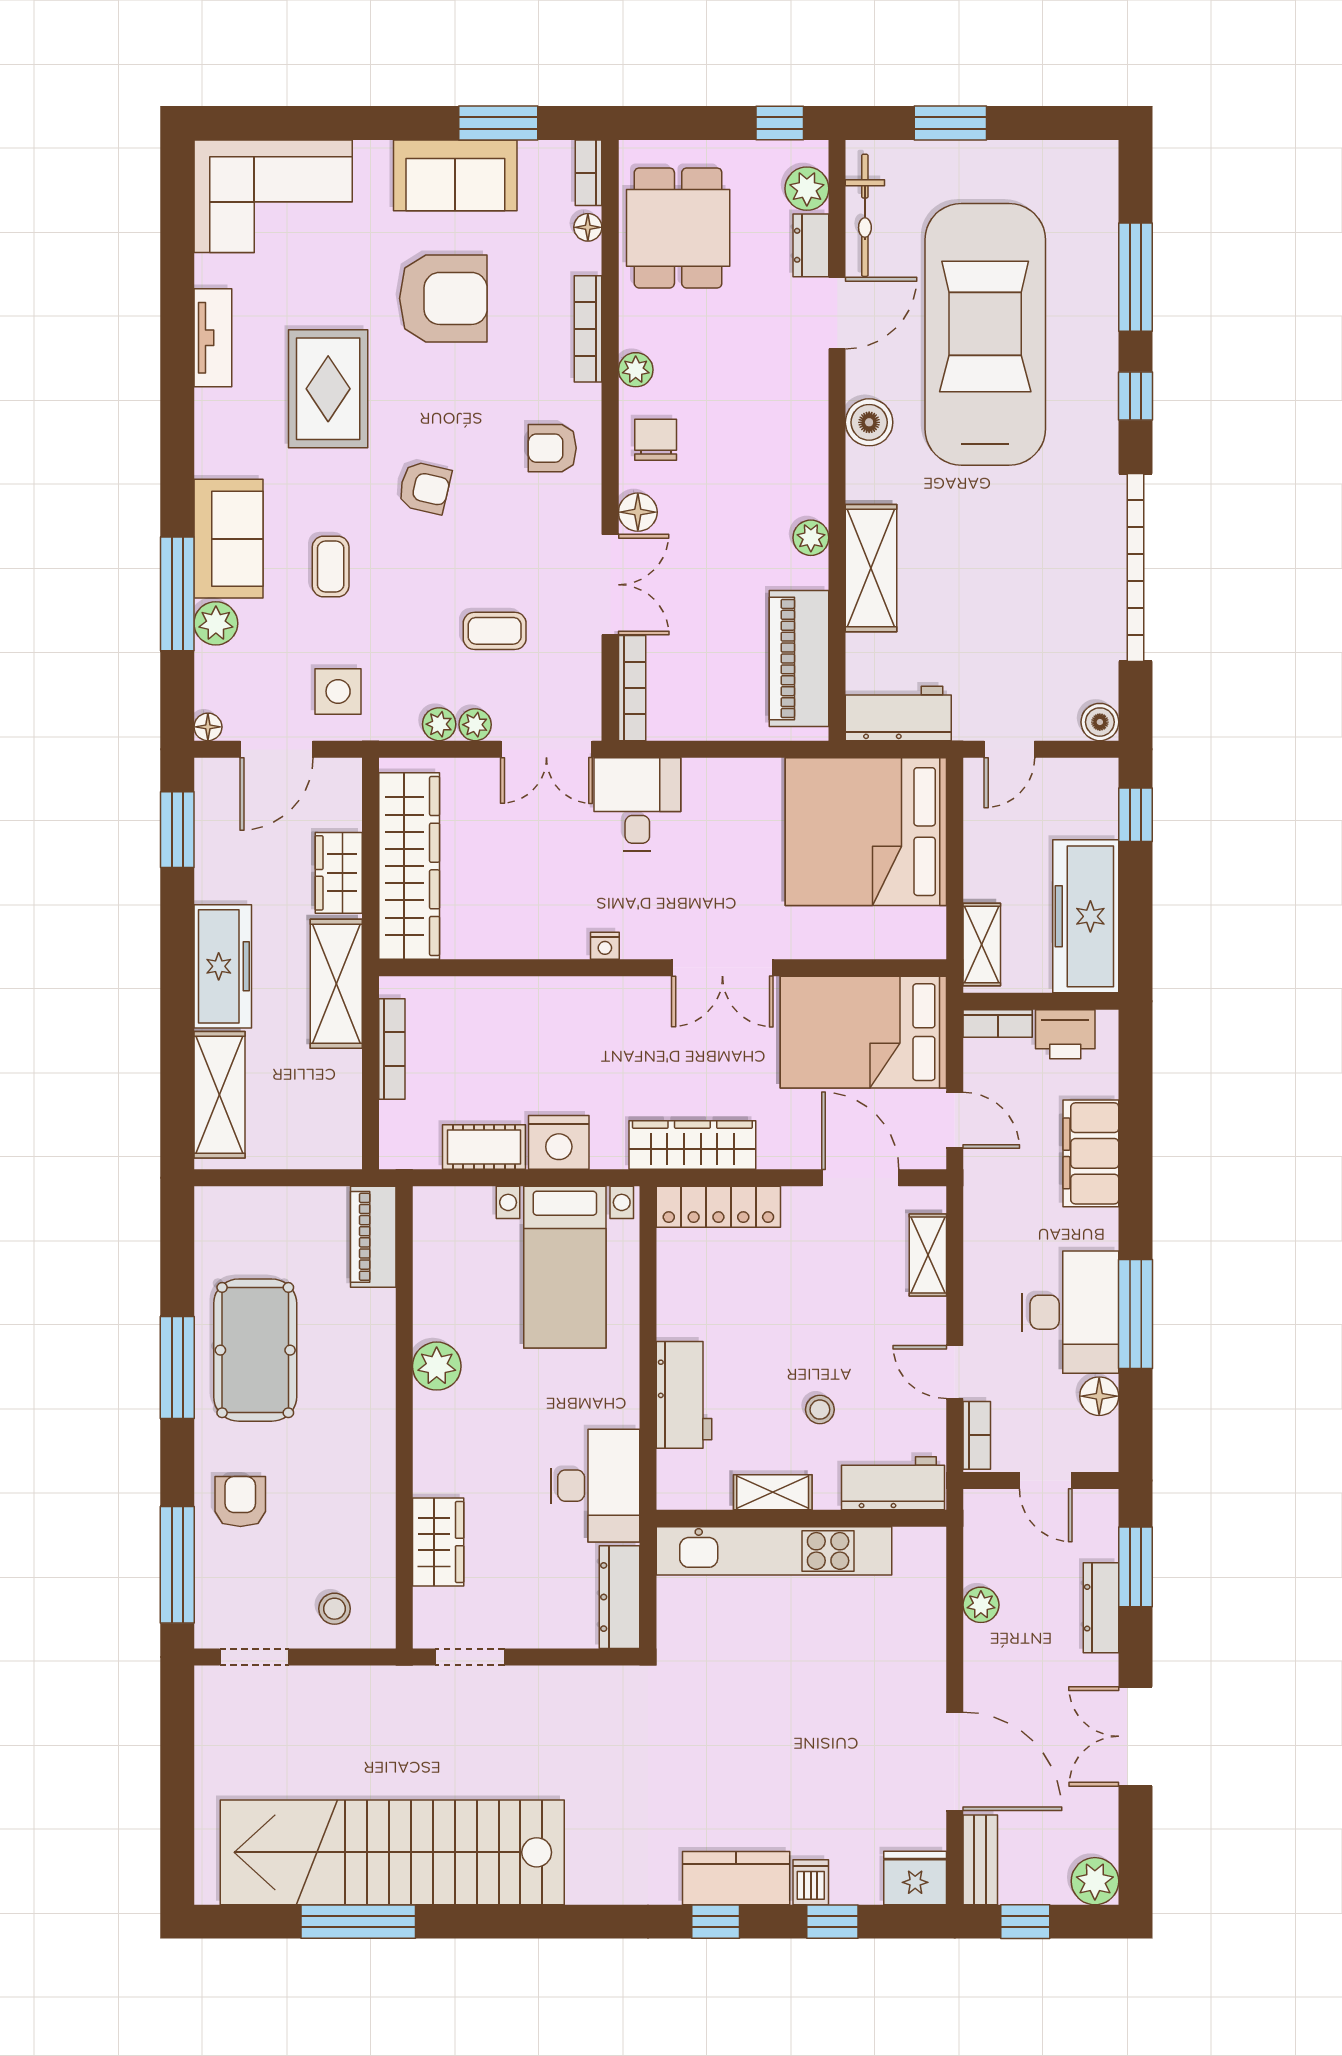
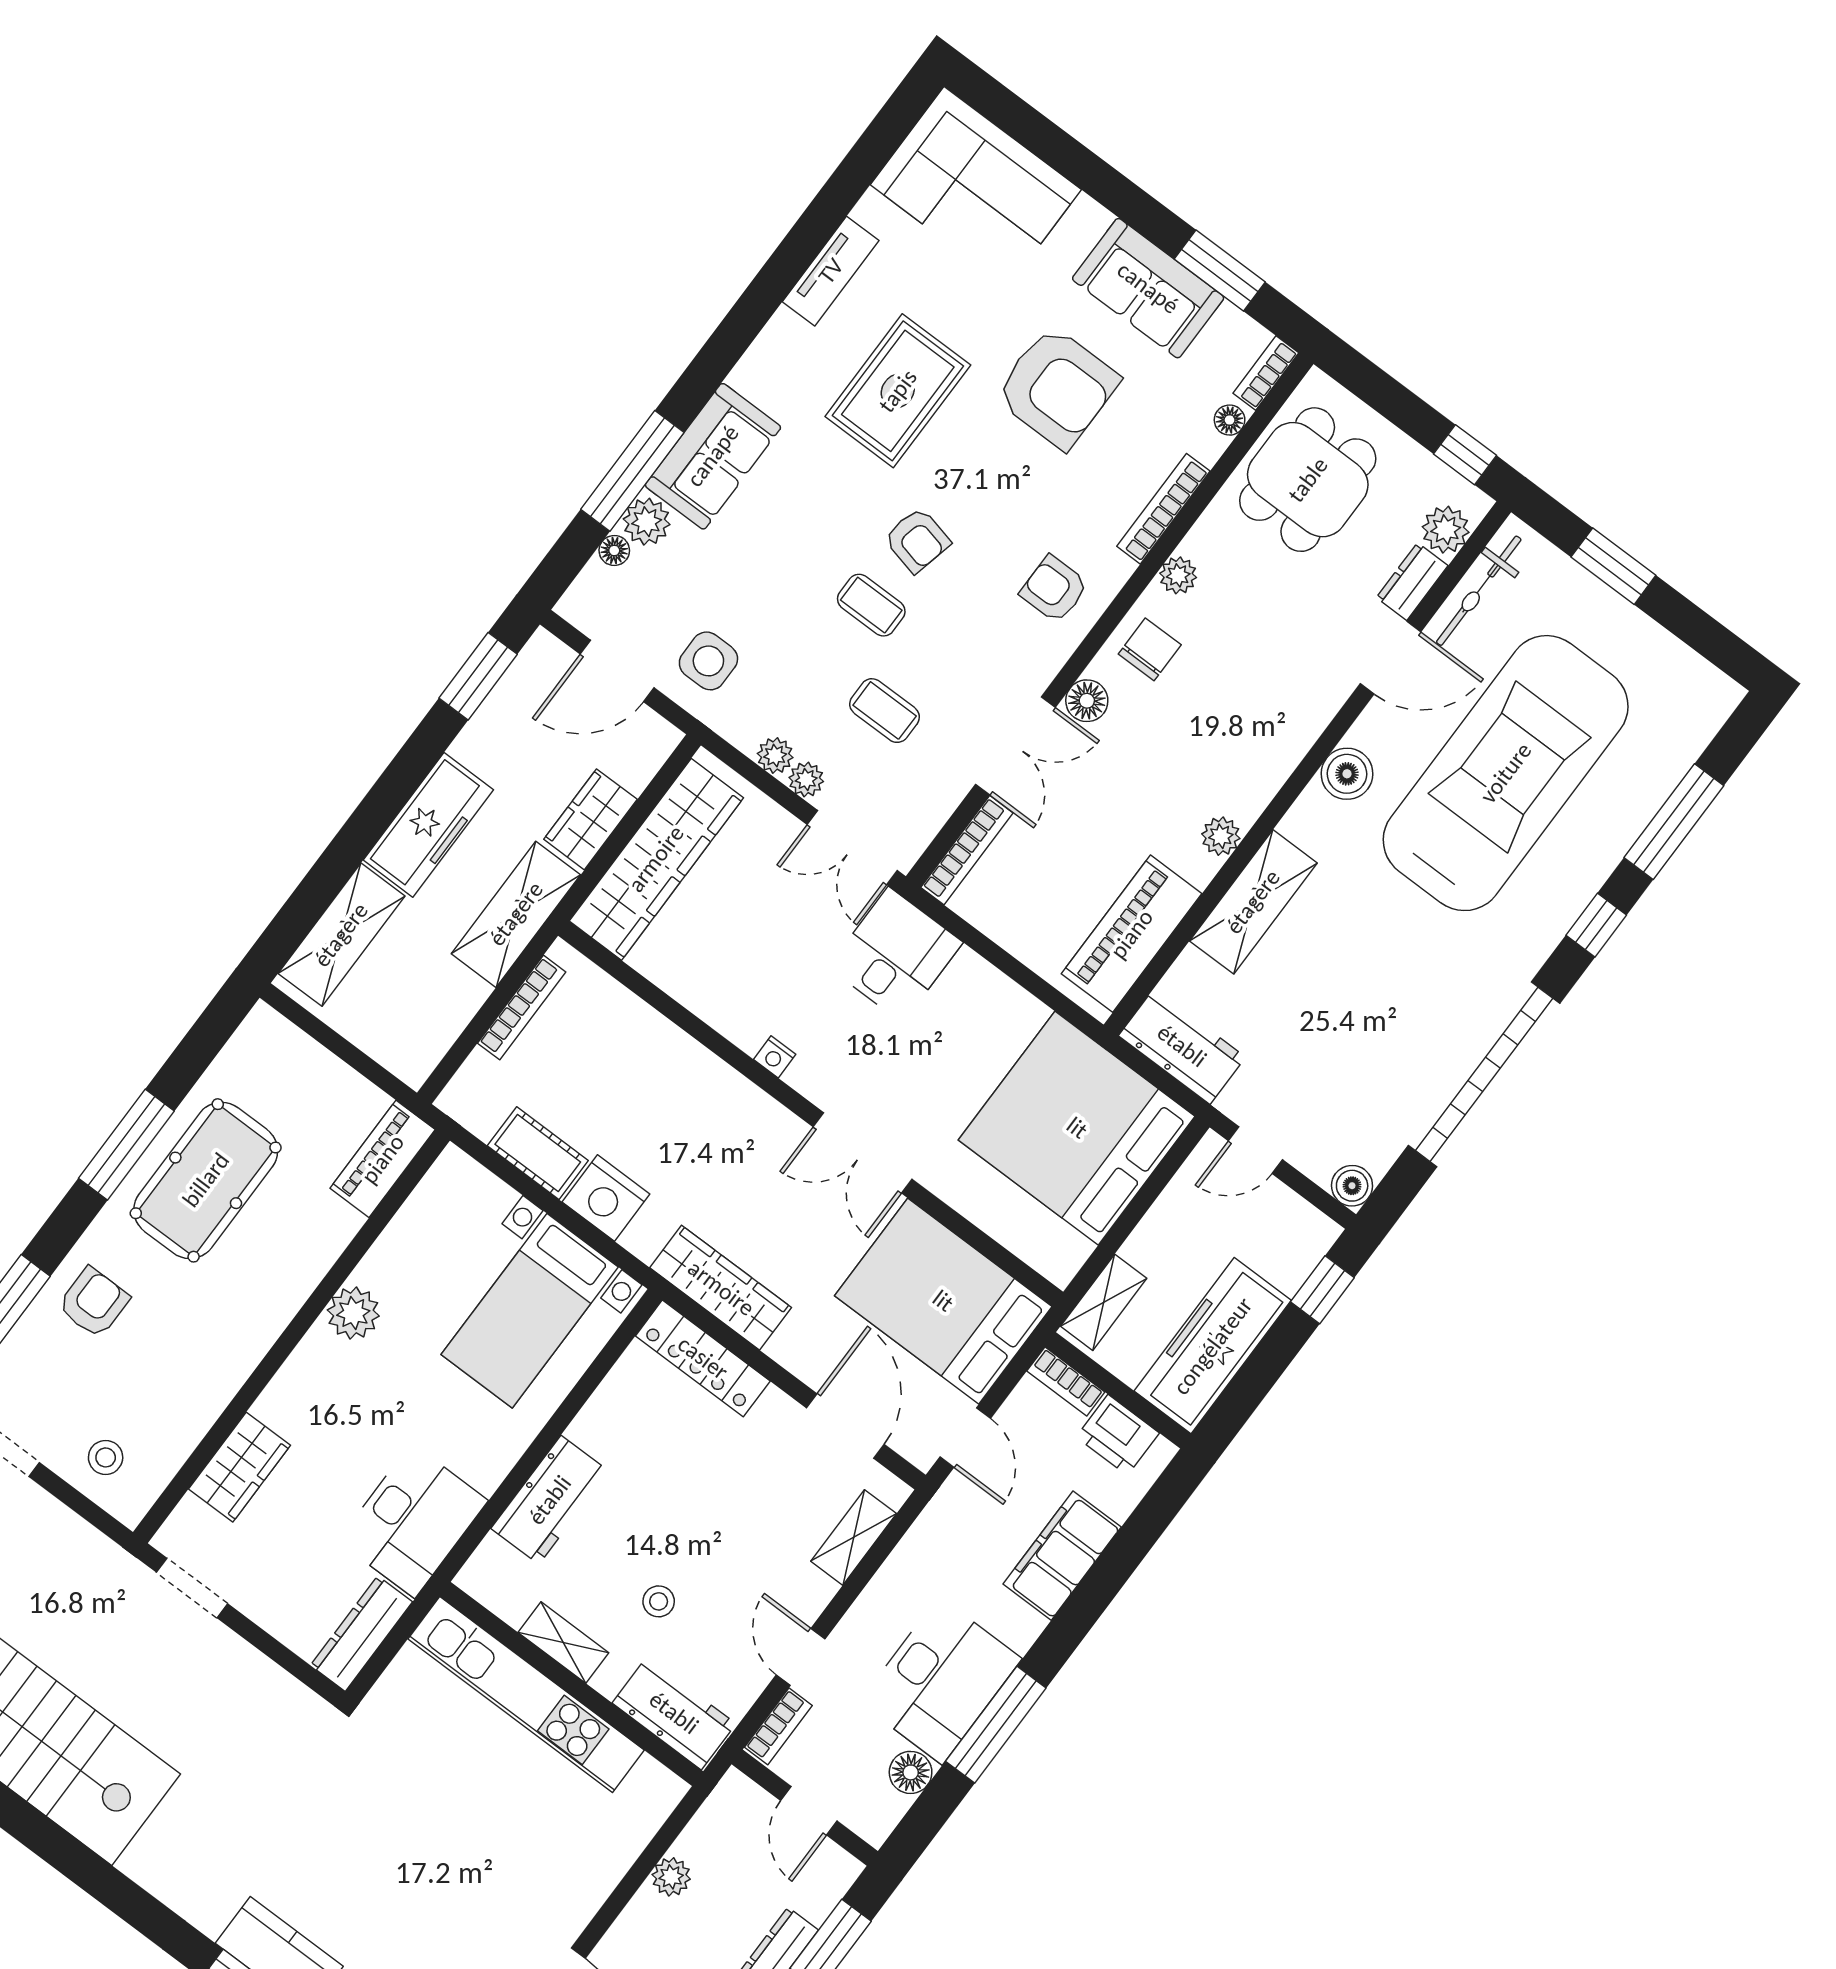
coffee table: (331, 567) -> (871, 605), moved, turned 90
floor lamp: (208, 727) -> (614, 550), moved

